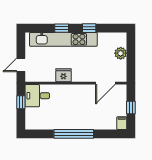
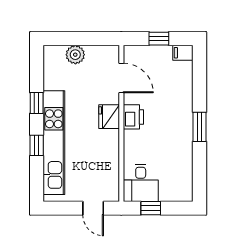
fridge: (63, 75) -> (109, 117), moved
printer: (80, 91) -> (133, 117), added
window: (74, 134) -> (200, 127), width x0.47

